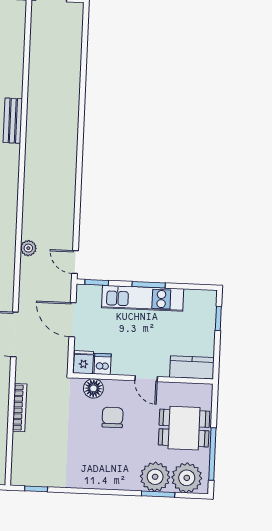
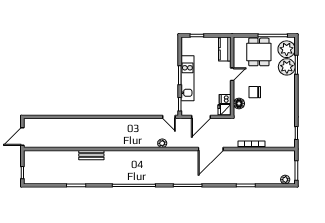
door: (75, 262) -> (169, 117), hinge flipped

